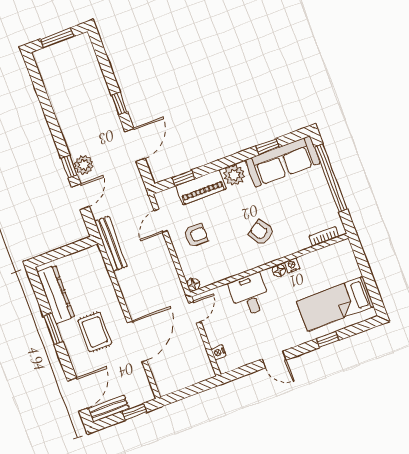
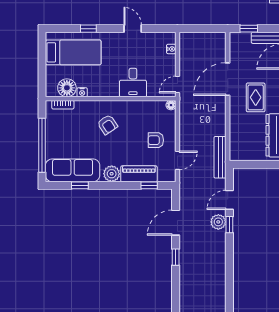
nightstand: (292, 265) -> (82, 92), moved
floor lamp: (279, 270) -> (67, 88), moved, width x1.89, depth x1.89

